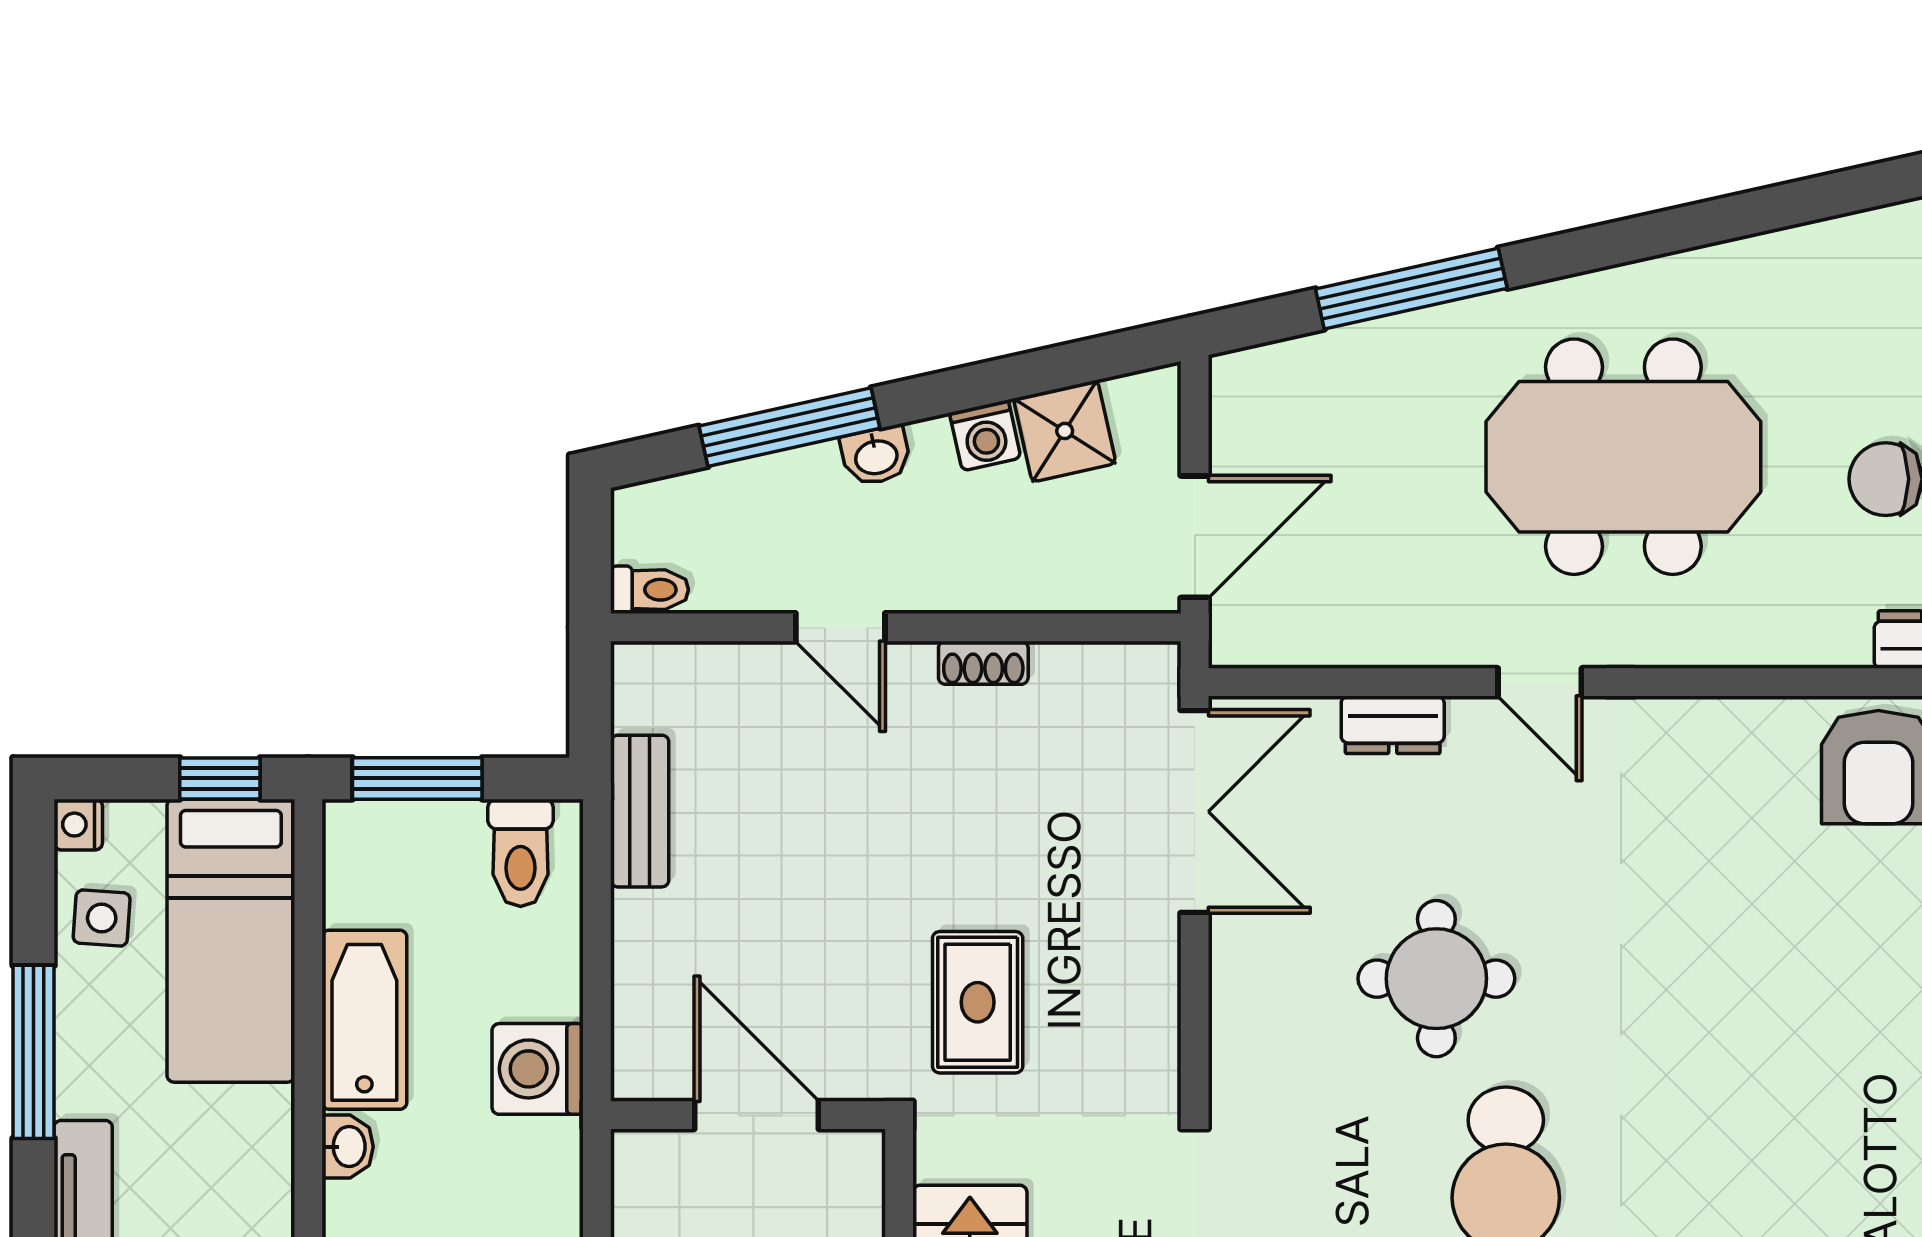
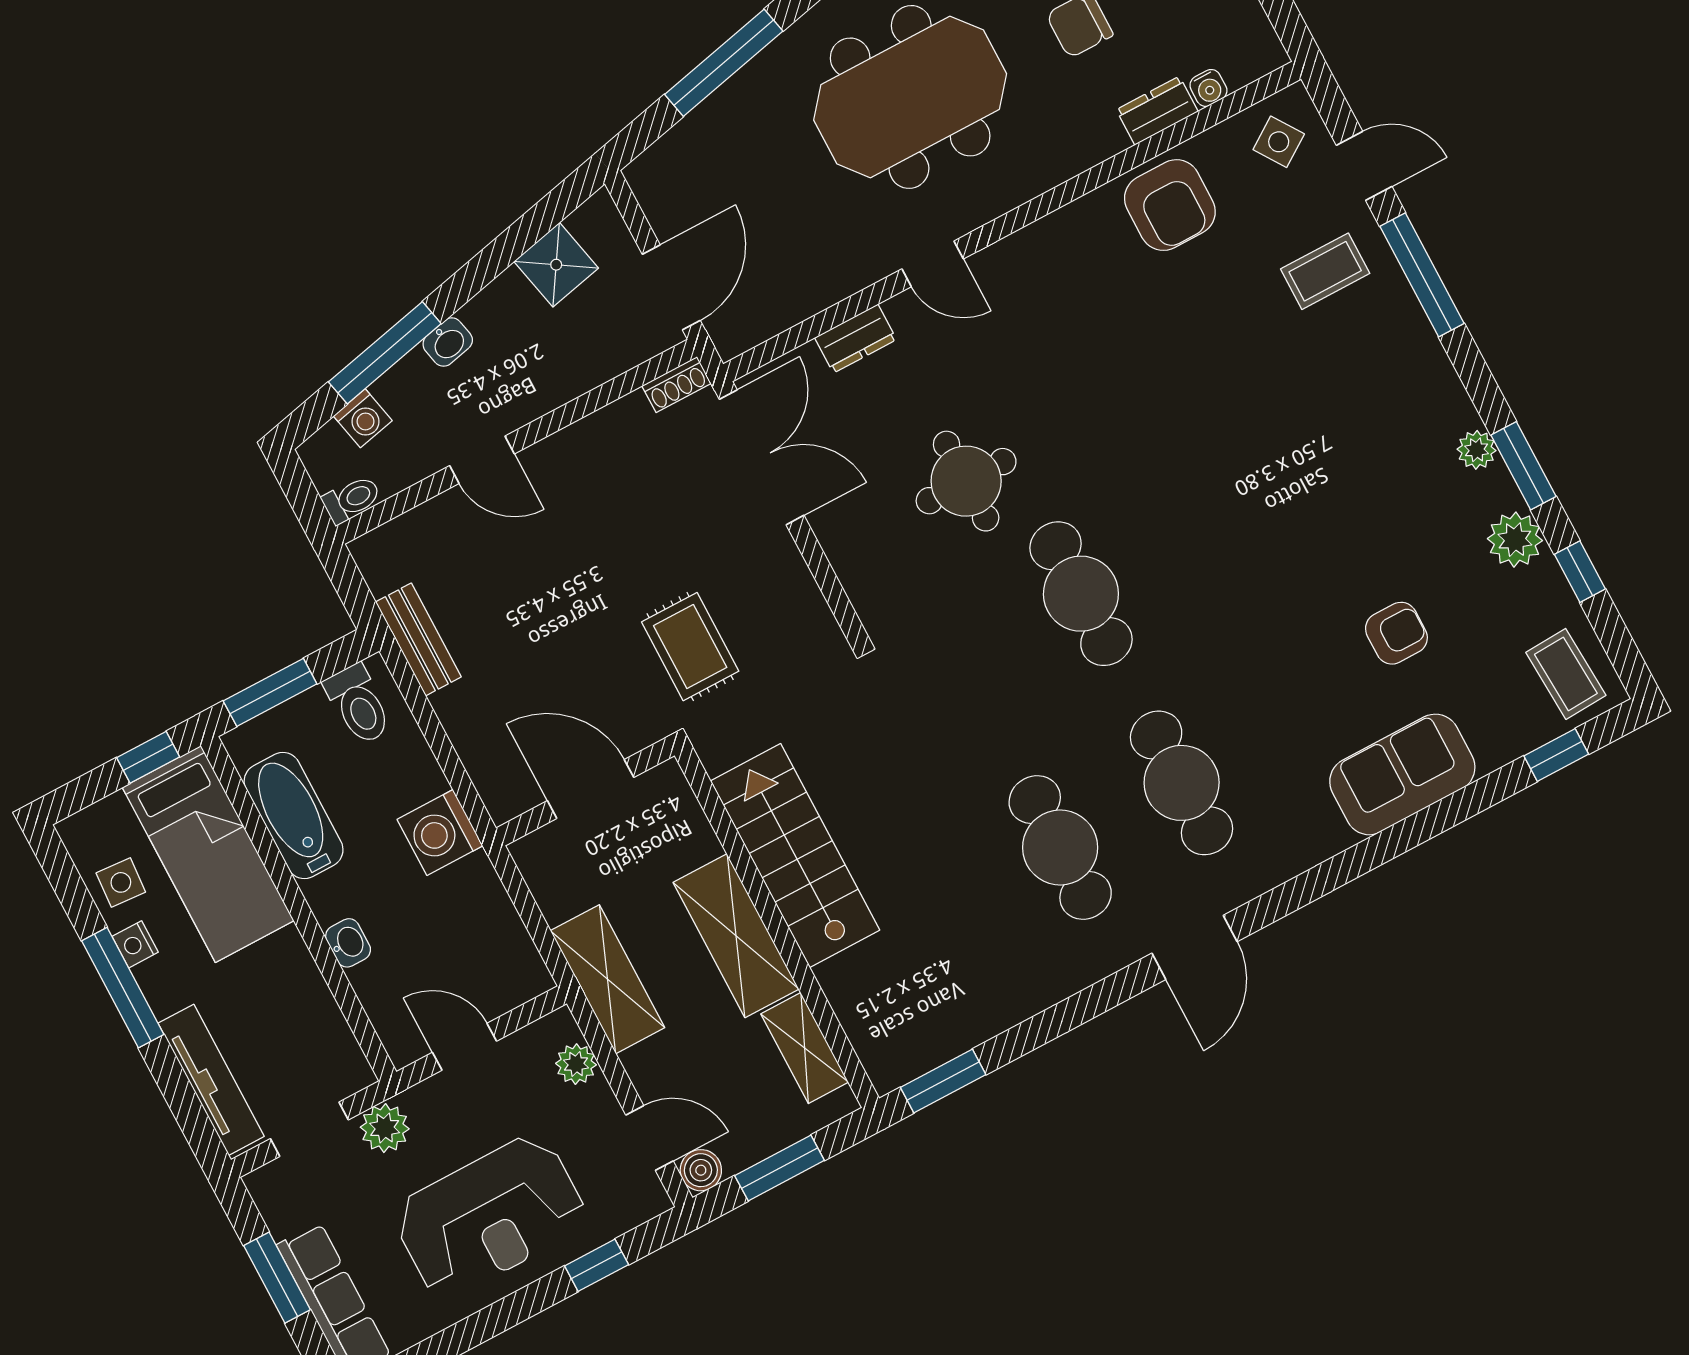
washing machine: (985, 435) -> (363, 418), moved
shoe rack: (983, 663) -> (677, 385), moved
nightstand: (78, 825) -> (135, 944), moved
bathtub: (364, 1020) -> (294, 815), moved

